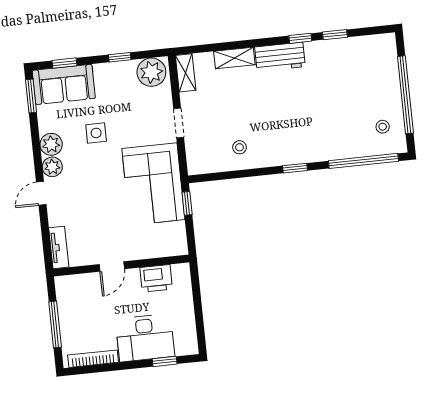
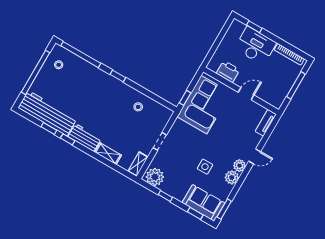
workbench: (351, 53) -> (48, 113), added
corner sofa: (153, 184) -> (204, 105), moved

